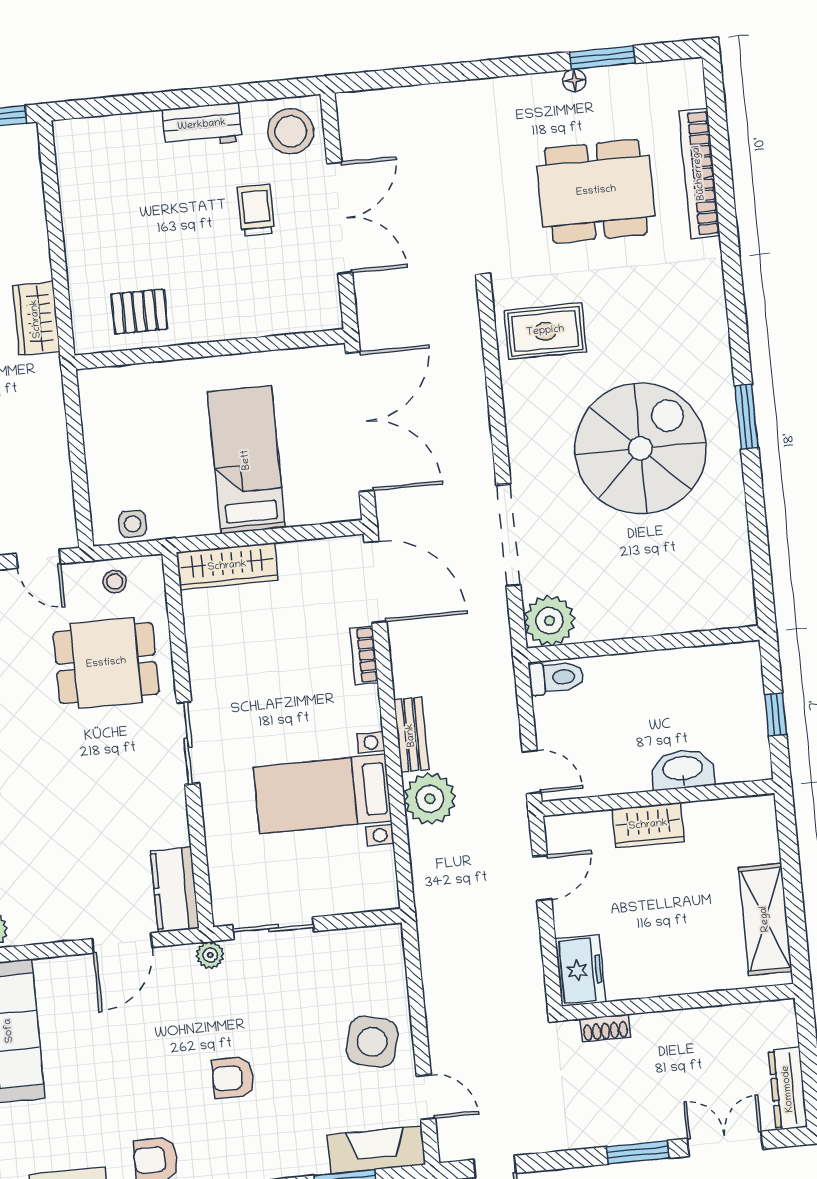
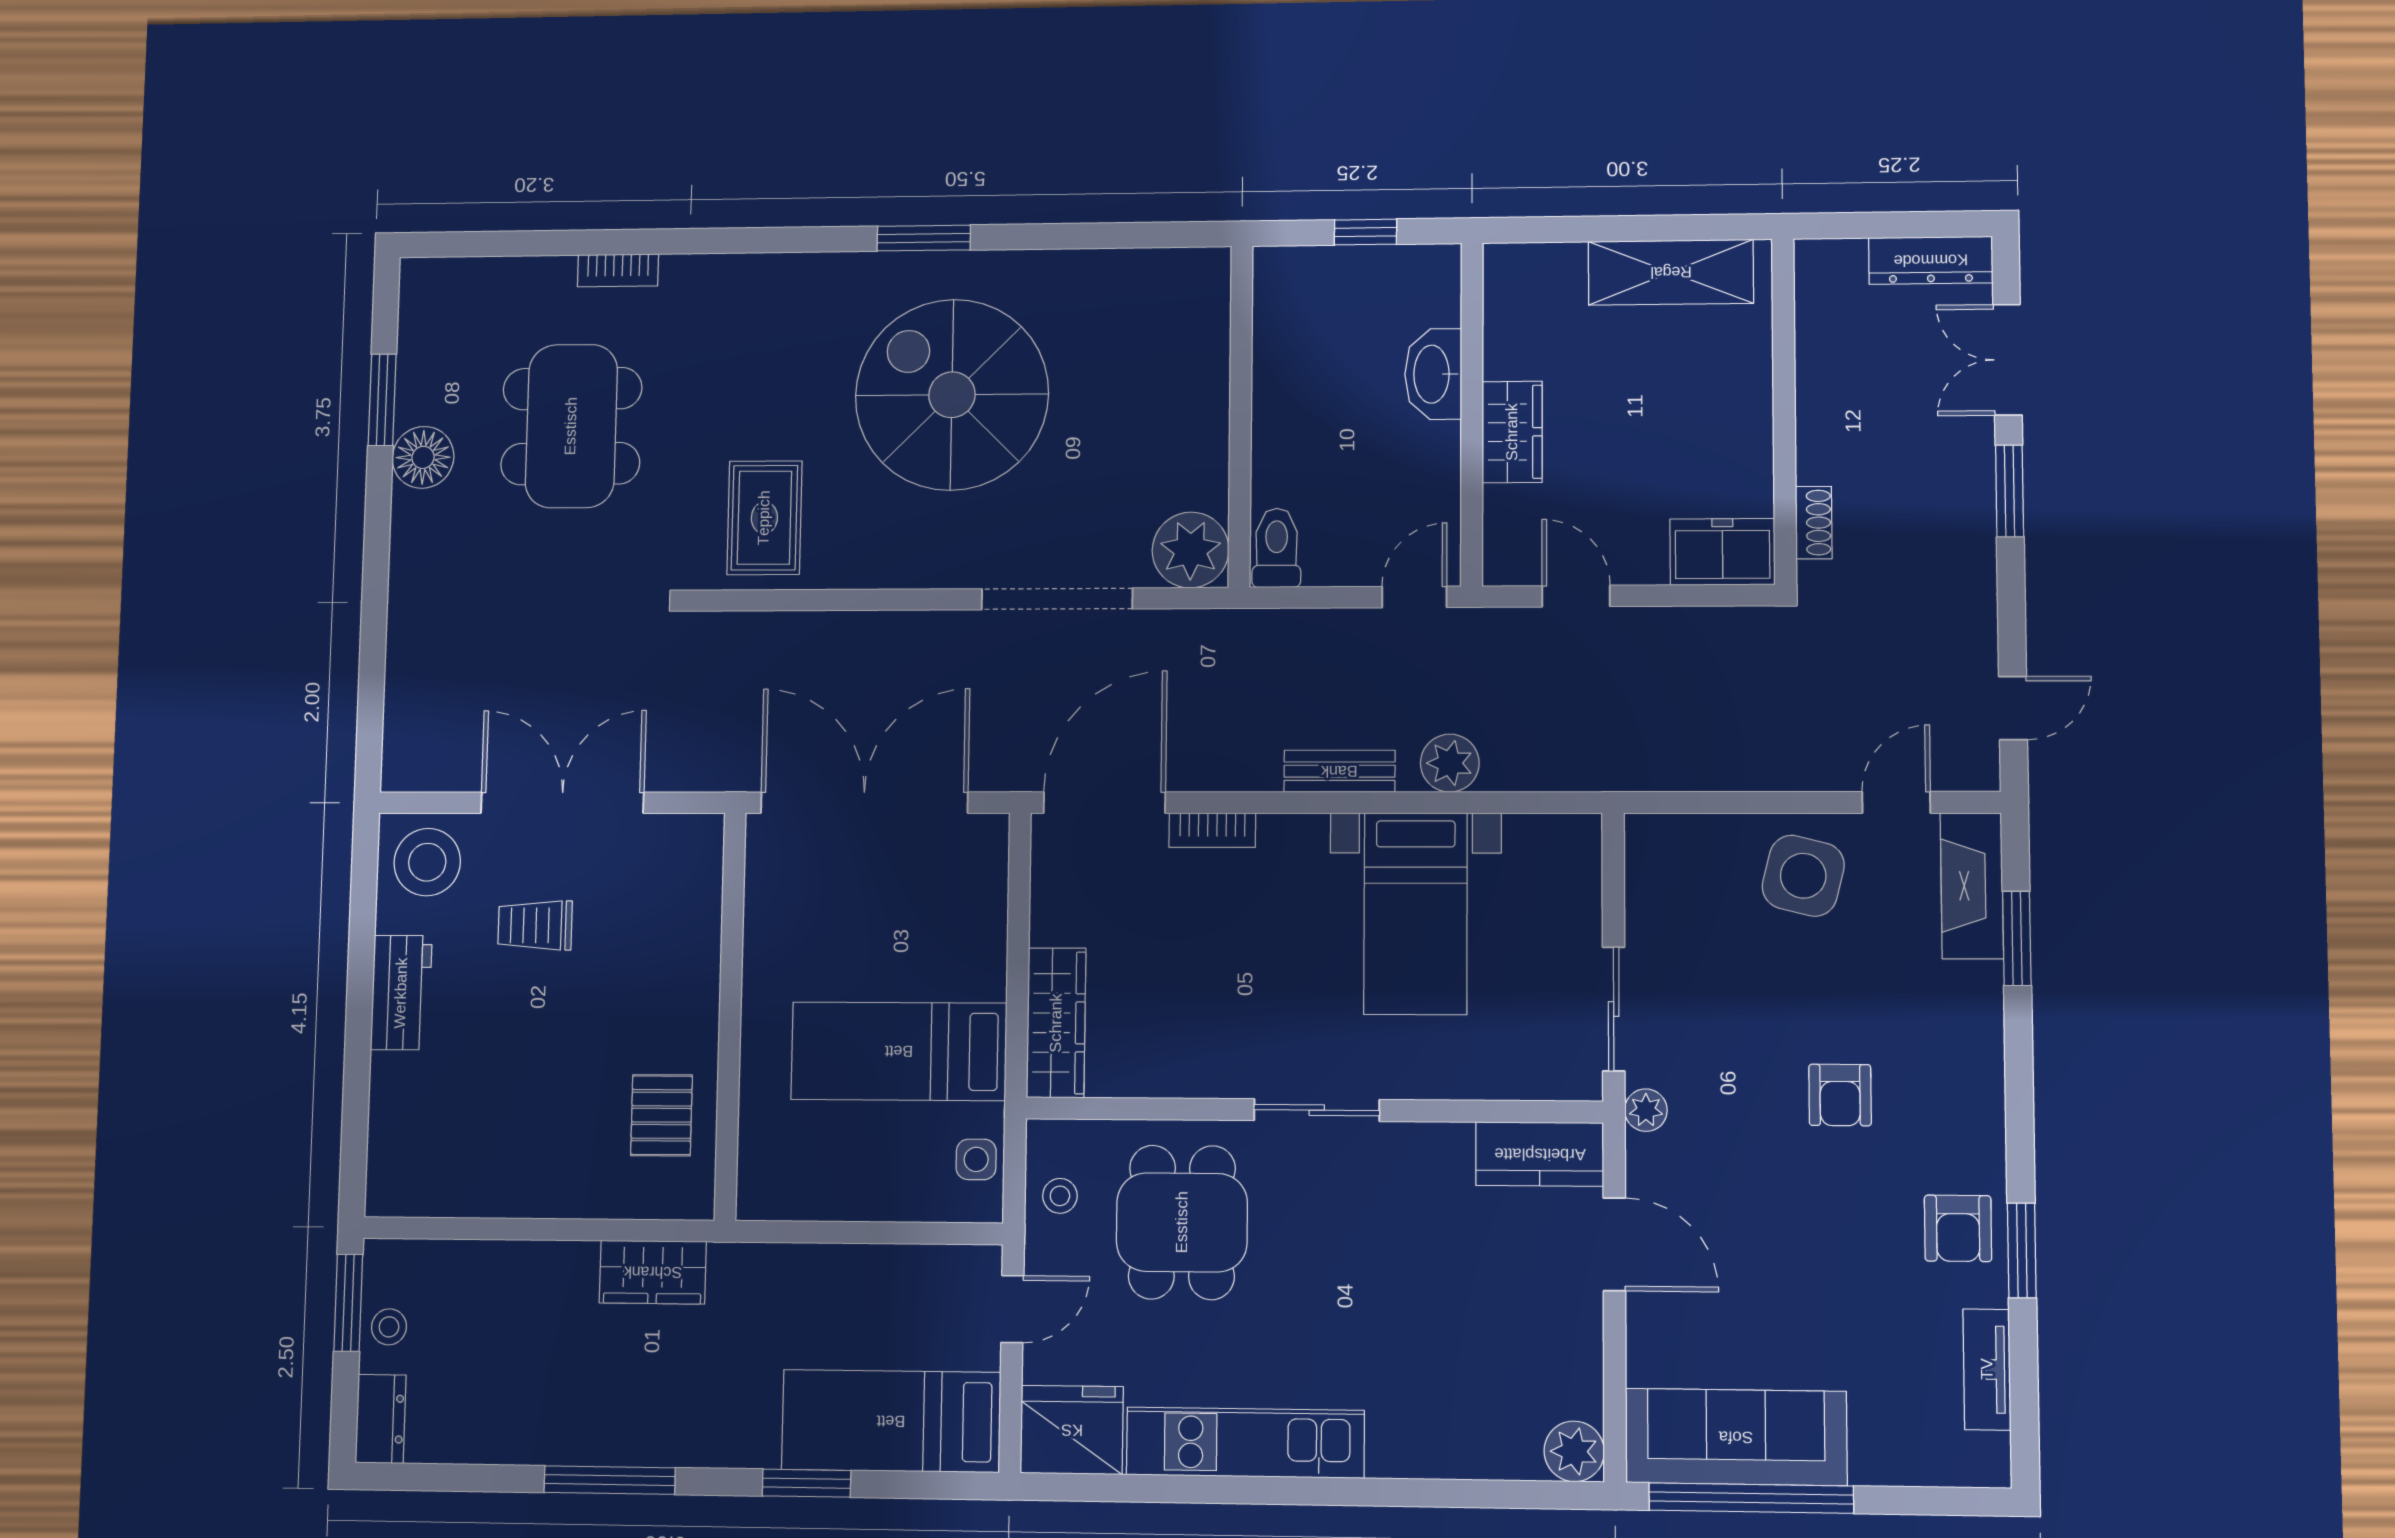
floor lamp: (574, 80) -> (423, 457), width x1.89, depth x1.89
bookcase: (699, 173) -> (618, 270), width x0.43, depth x0.76
bed: (246, 460) -> (899, 1051), moved
plant: (430, 799) -> (1450, 763), width x0.73, depth x0.73

